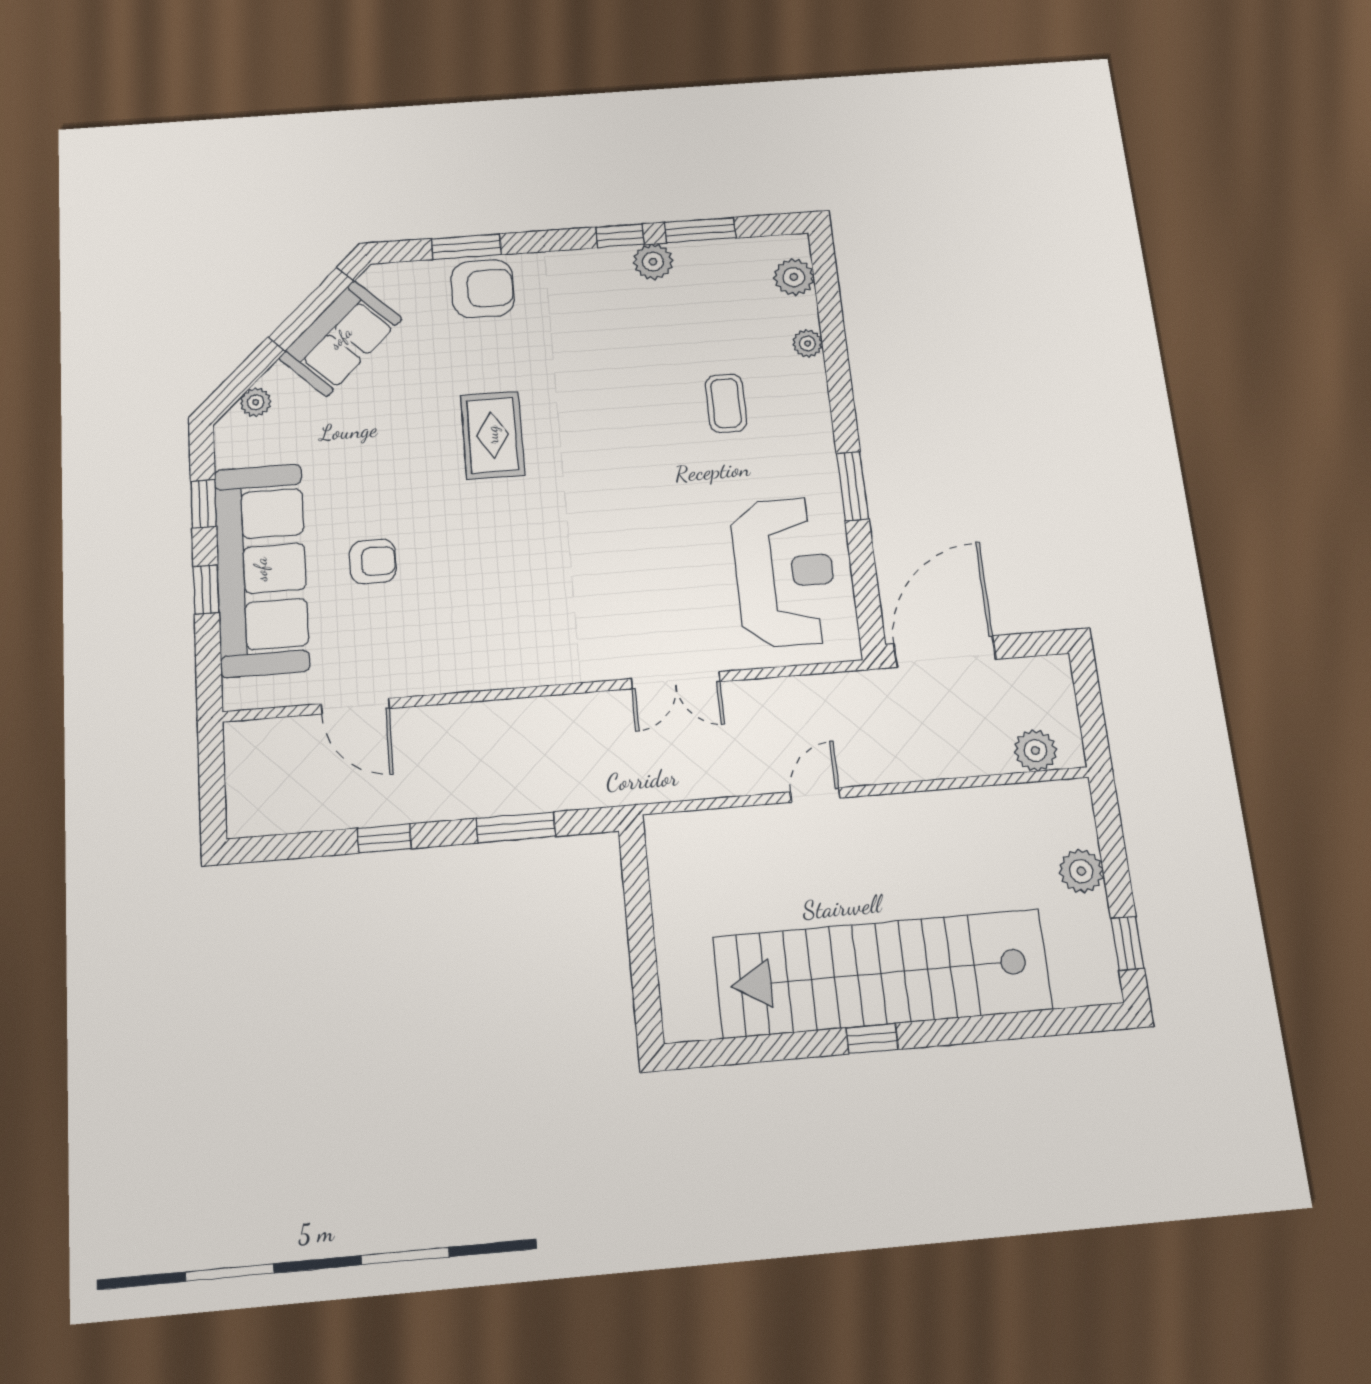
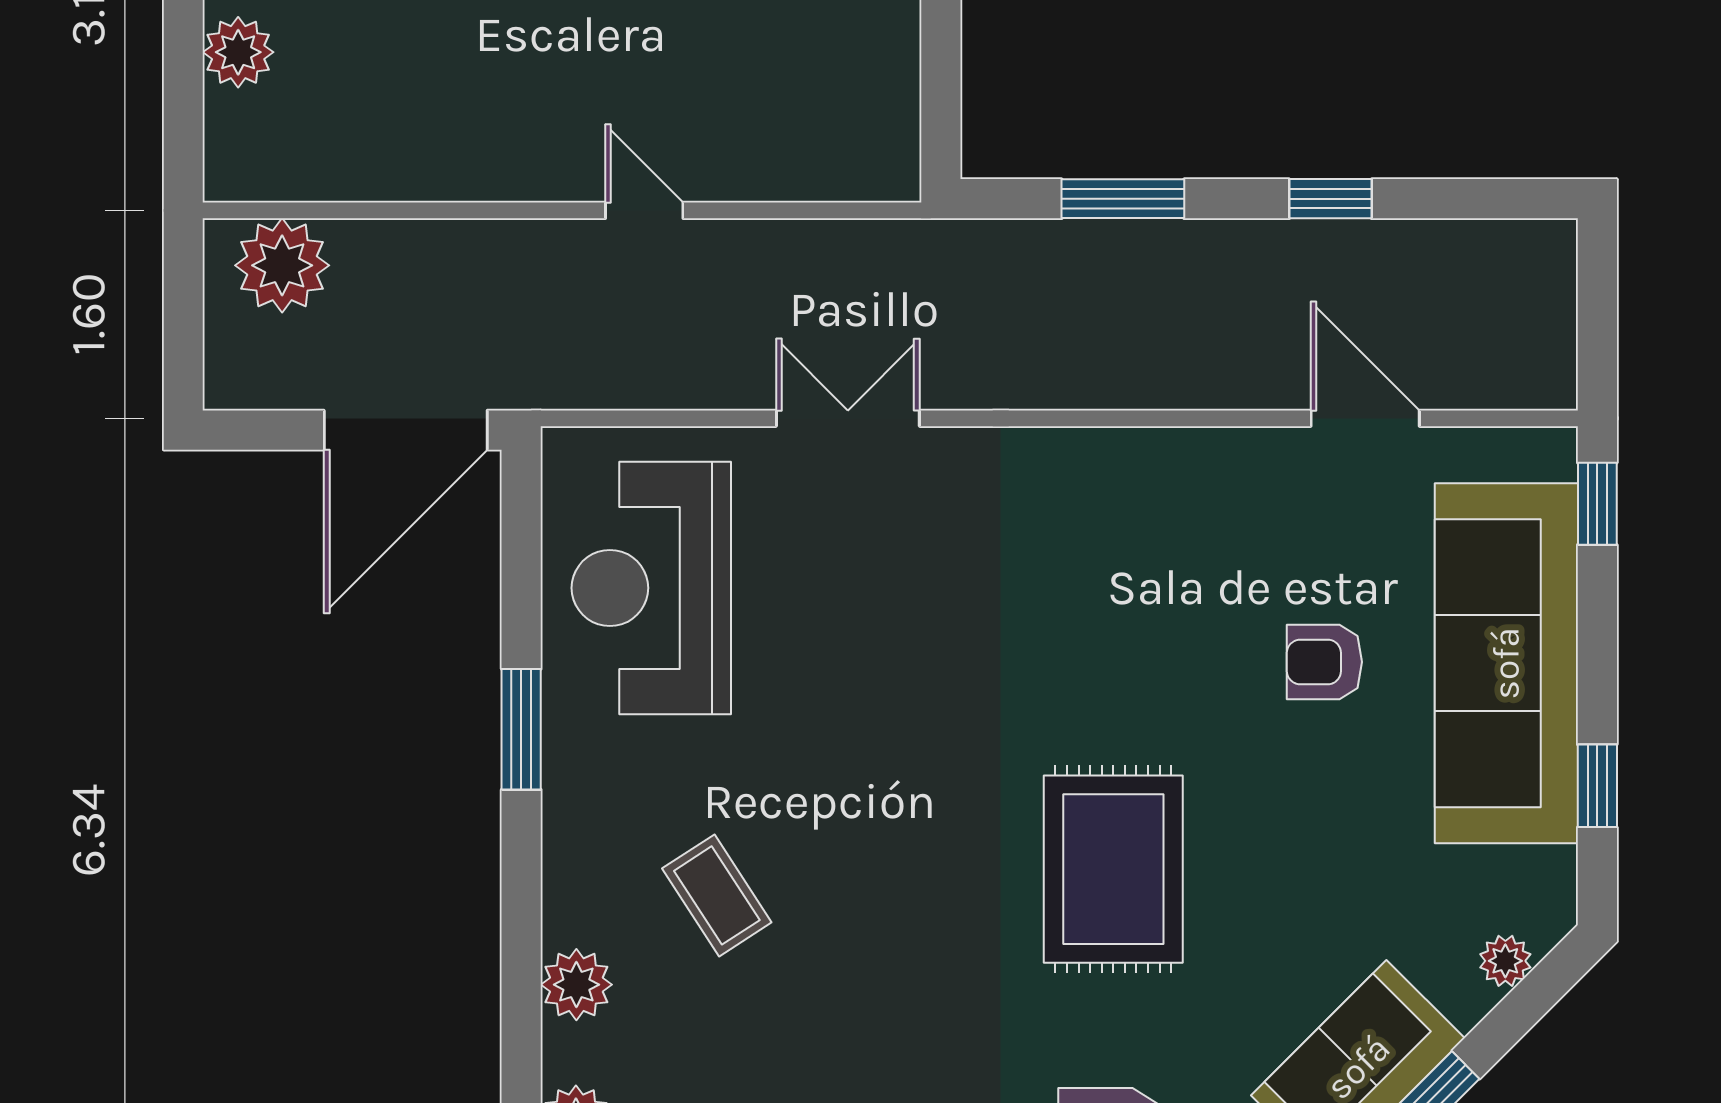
plant: (808, 343) -> (576, 985), width x1.38, depth x1.38
coffee table: (726, 403) -> (717, 895), turned -33
rug: (492, 435) -> (1113, 869), width x1.36, depth x1.43
window: (206, 589) -> (1597, 504), moved
plant: (1035, 751) -> (282, 265), width x1.36, depth x1.36
door: (815, 795) -> (644, 210), swing flipped

